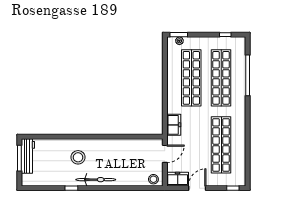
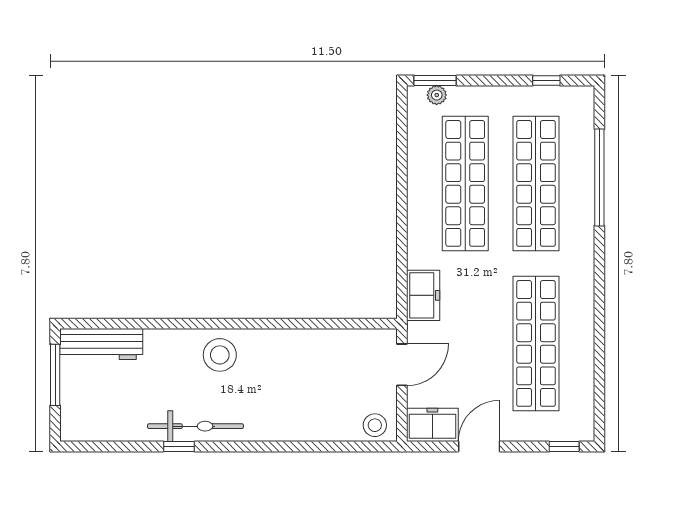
workbench: (28, 156) -> (101, 344), moved, turned 90
stool: (78, 157) -> (220, 355), moved
bicycle: (96, 180) -> (195, 426), moved

